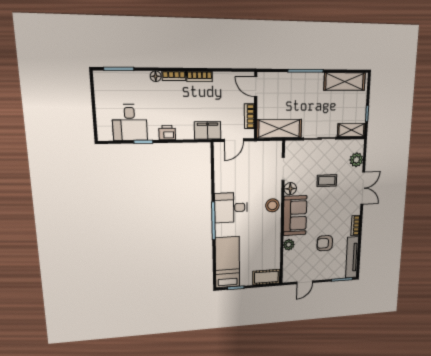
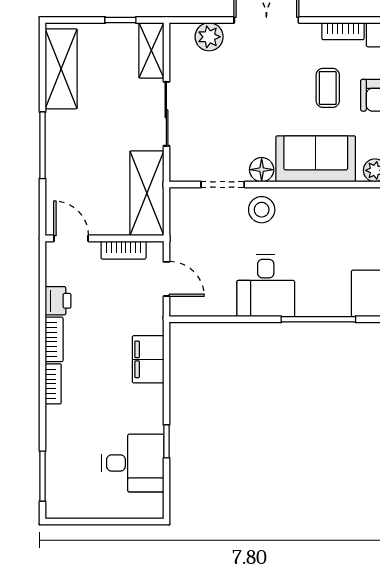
floor lamp: (156, 76) -> (54, 415), removed
door: (256, 87) -> (71, 238), swing flipped
filing cabinet: (208, 130) -> (148, 359), moved
printer: (167, 133) -> (58, 301), moved, turned 180
coffee table: (327, 181) -> (328, 88), moved
stool: (272, 205) -> (262, 210), moved
desk: (231, 208) -> (266, 285), moved

